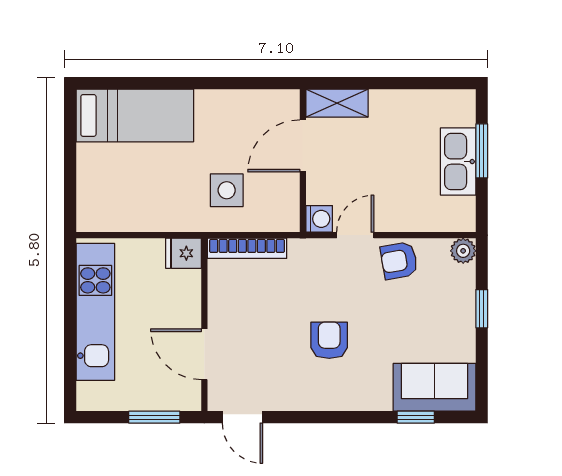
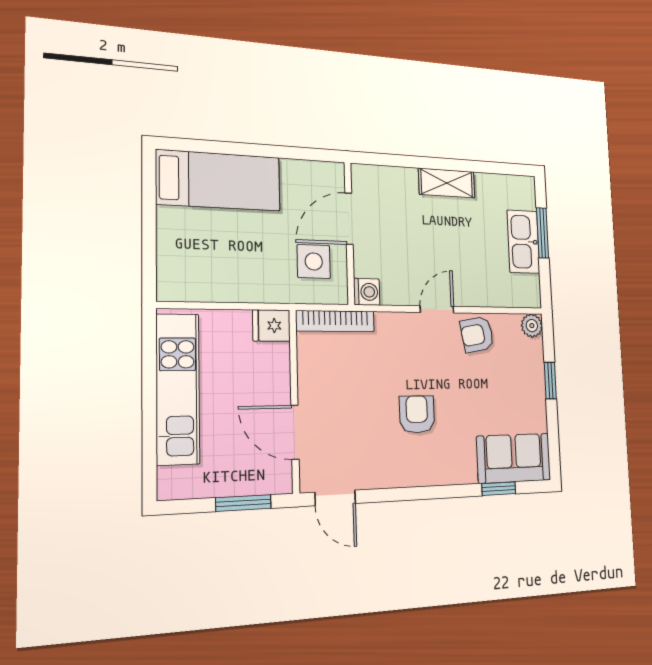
shelving: (337, 103) -> (447, 183), moved
door: (303, 146) -> (349, 219), moved
wall: (303, 161) -> (349, 233), moved
washing machine: (319, 219) -> (367, 292), moved

